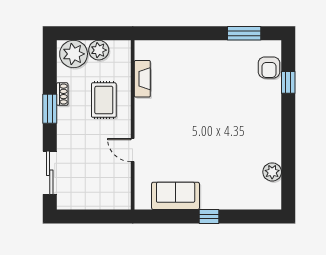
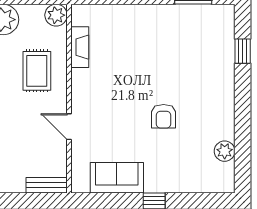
plant: (99, 50) -> (56, 15), moved
armchair: (269, 67) -> (164, 116), moved
bench: (113, 203) -> (47, 185), added

